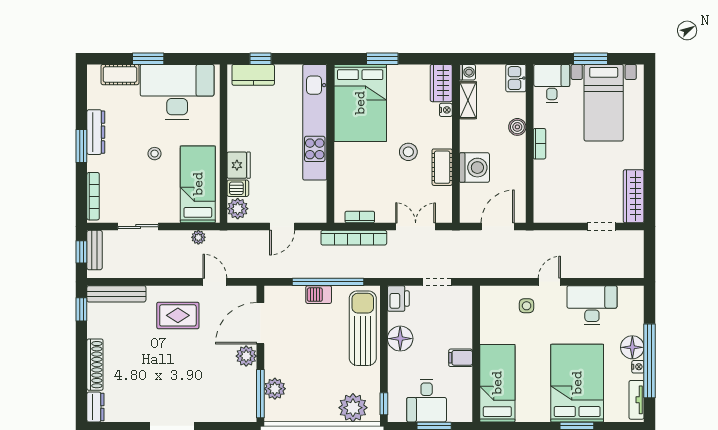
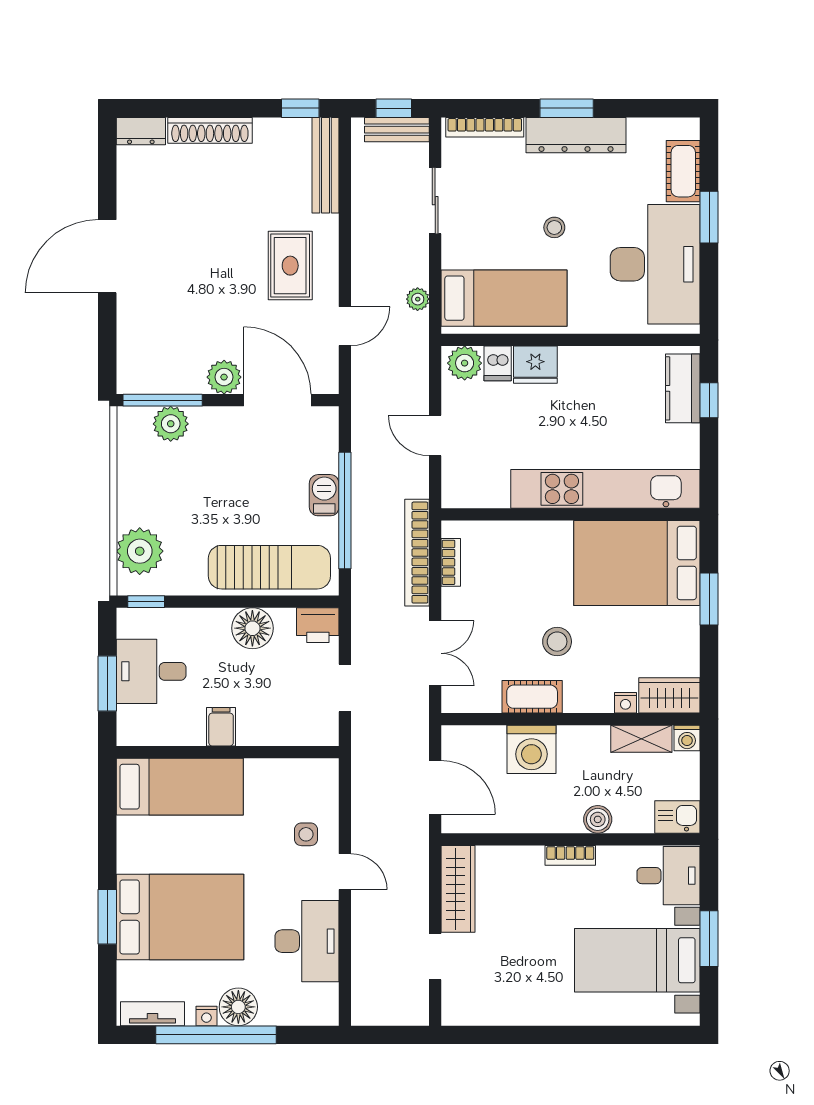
dresser: (96, 132) -> (576, 135), width x1.37, depth x1.24
wardrobe: (634, 196) -> (458, 889), moved, turned 90

